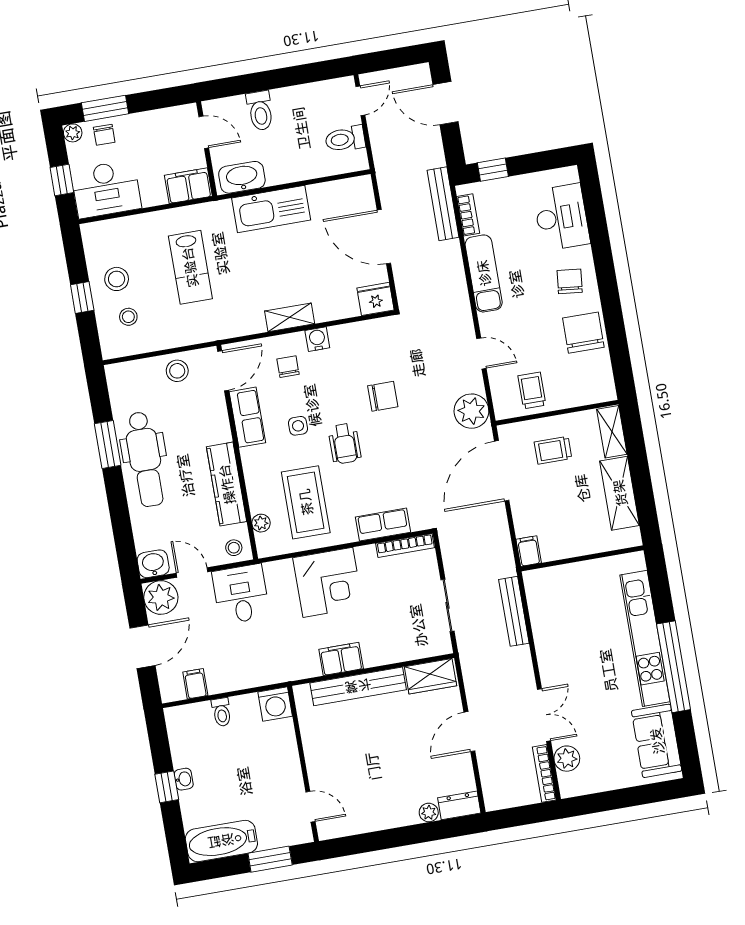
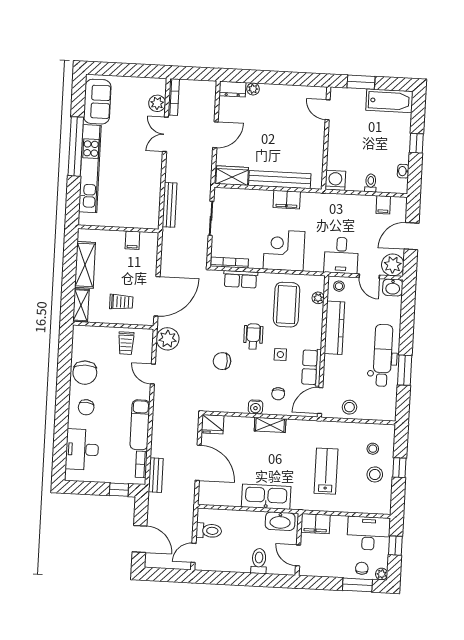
bench: (443, 204) -> (156, 475), width x0.73
filing cabinet: (529, 551) -> (132, 240), moved
washbasin: (184, 779) -> (403, 171), moved

